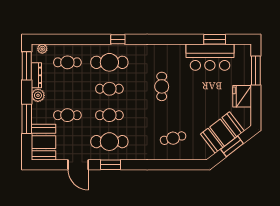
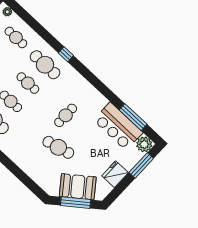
window: (215, 39) -> (133, 117), width x1.44
plant: (243, 52) -> (144, 144), added
cafe table: (173, 138) -> (58, 147), moved, width x1.37, depth x1.35
window: (232, 146) -> (76, 203), width x1.44

